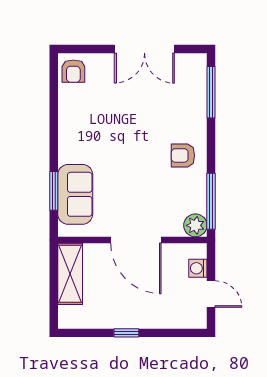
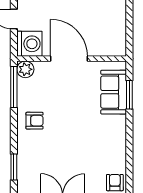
window: (211, 92) -> (14, 167), width x0.69
washing machine: (198, 268) -> (29, 44), width x1.89, depth x1.89
shelving: (70, 274) -> (117, 34), removed

